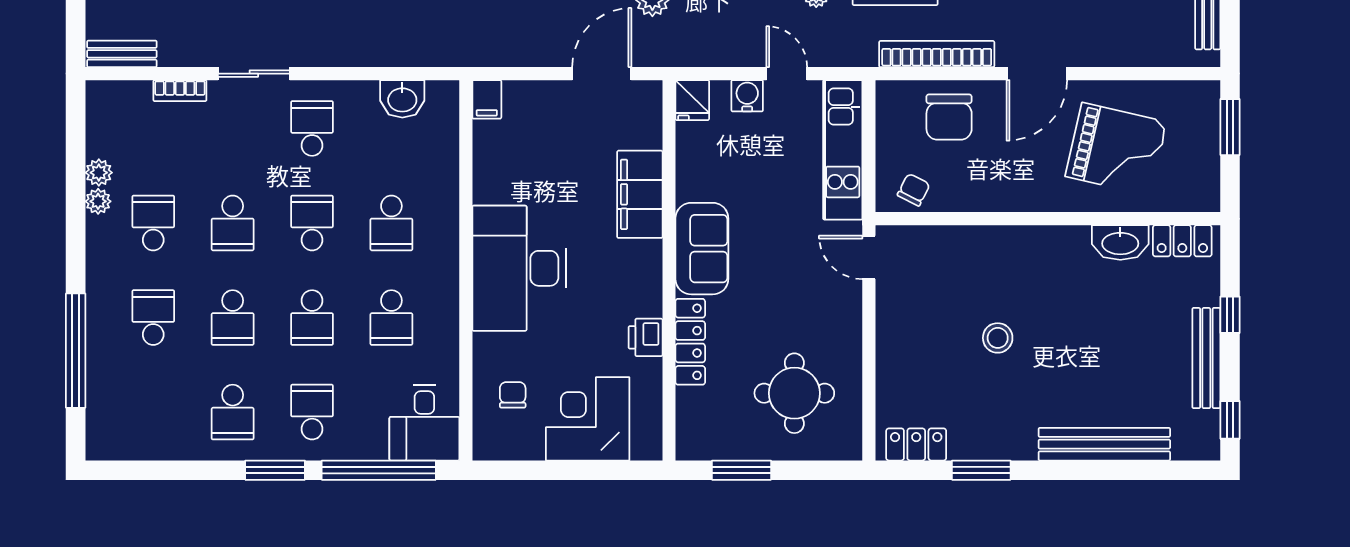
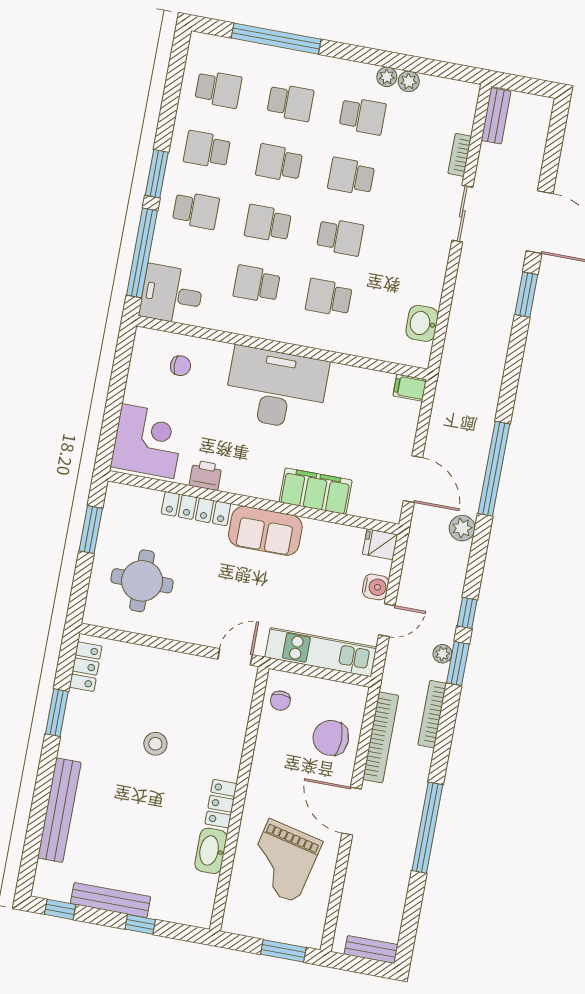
school desk: (312, 128) -> (218, 89), moved
chair: (914, 190) -> (280, 701), turned 63
locker: (1182, 241) -> (221, 804), moved
corner desk: (588, 419) -> (148, 441), moved

